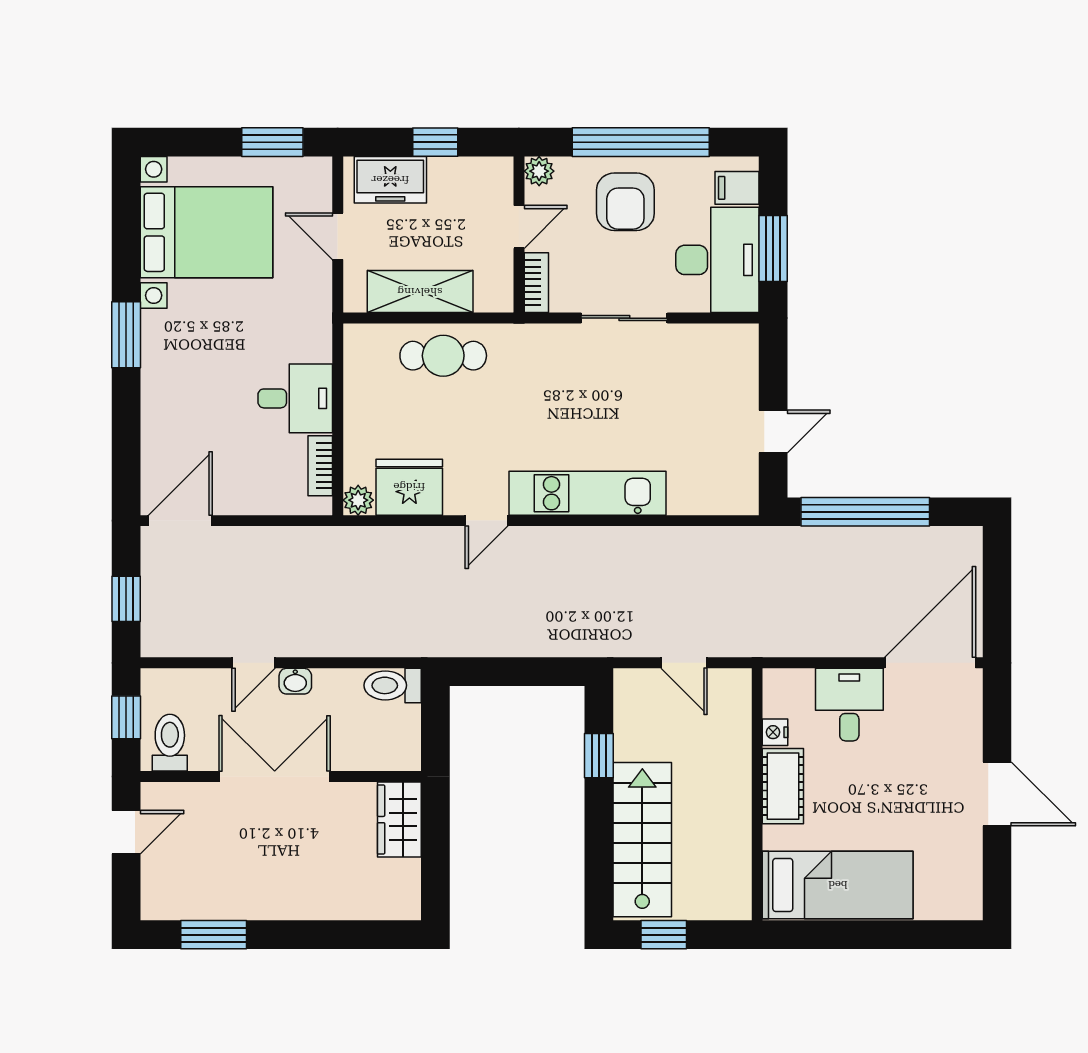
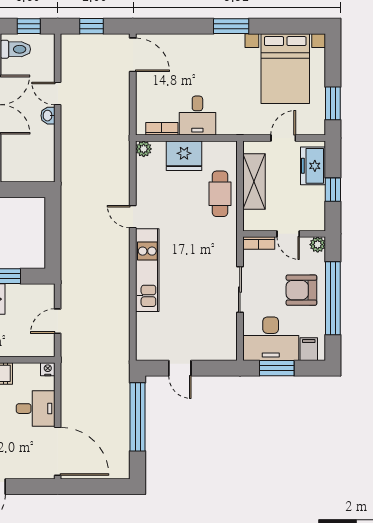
fridge: (409, 487) -> (184, 156), moved, turned 90
toilet: (393, 685) -> (46, 167), removed
nightstand: (775, 732) -> (48, 369), moved

